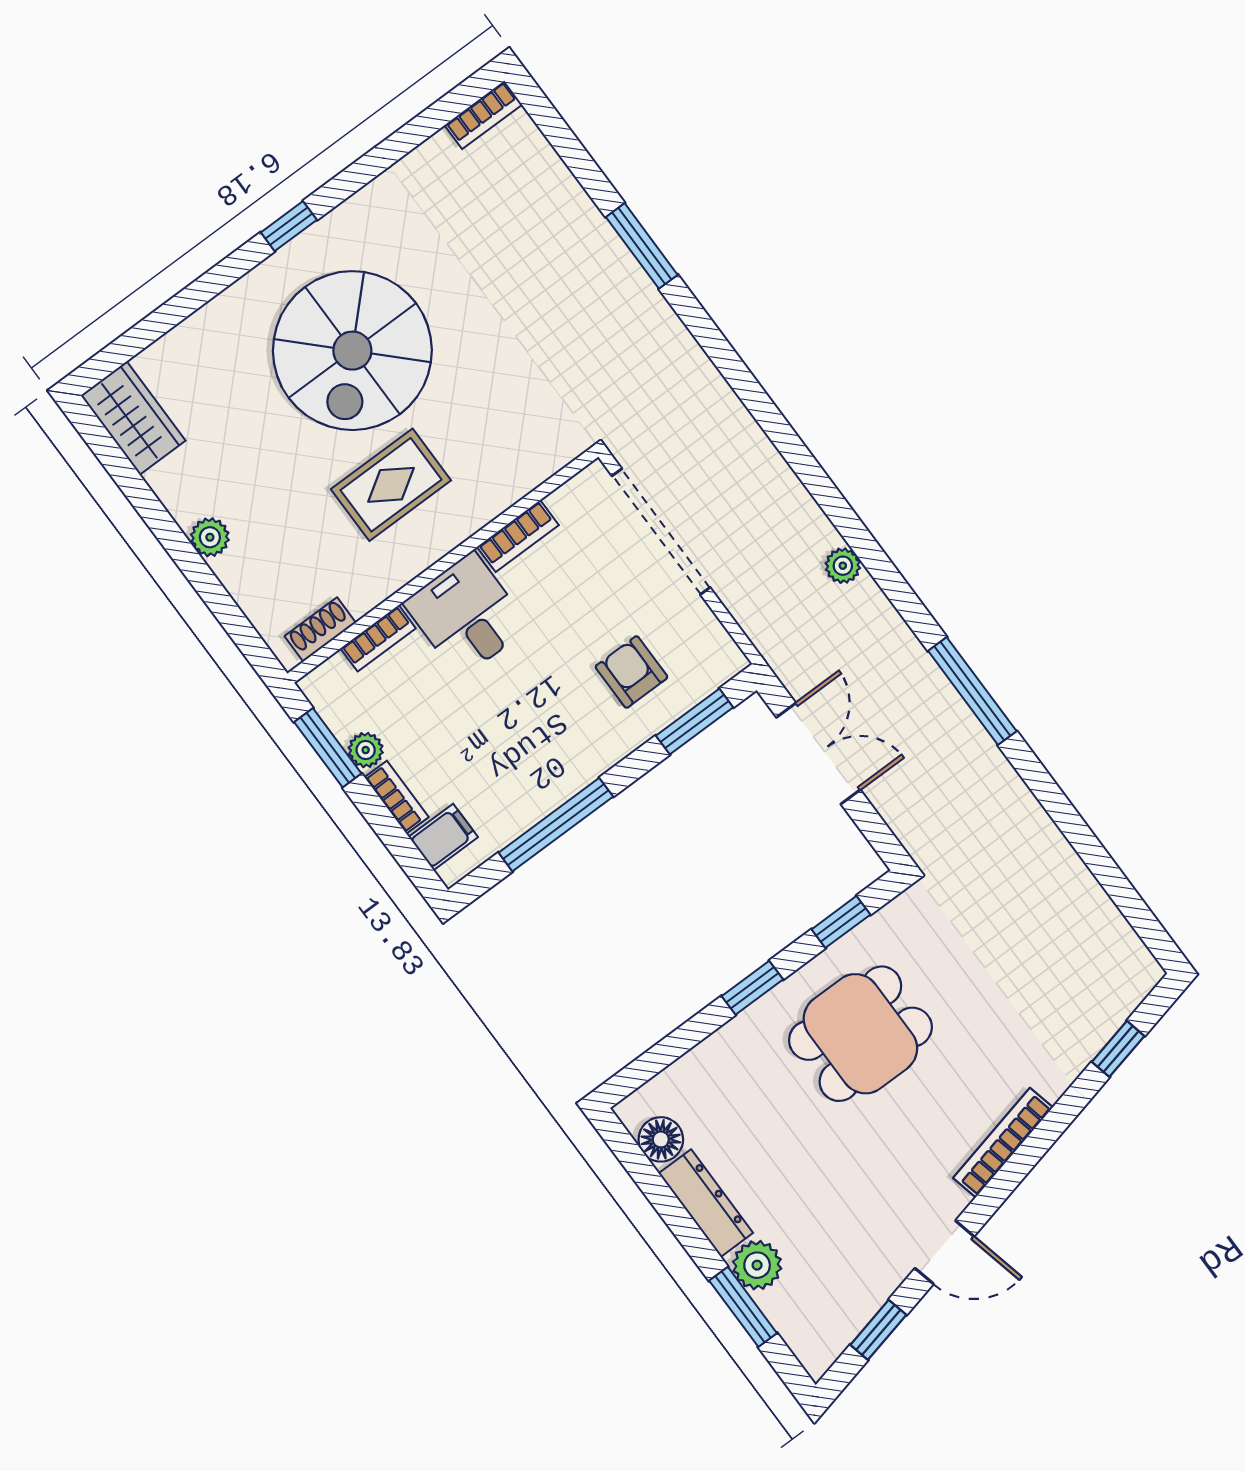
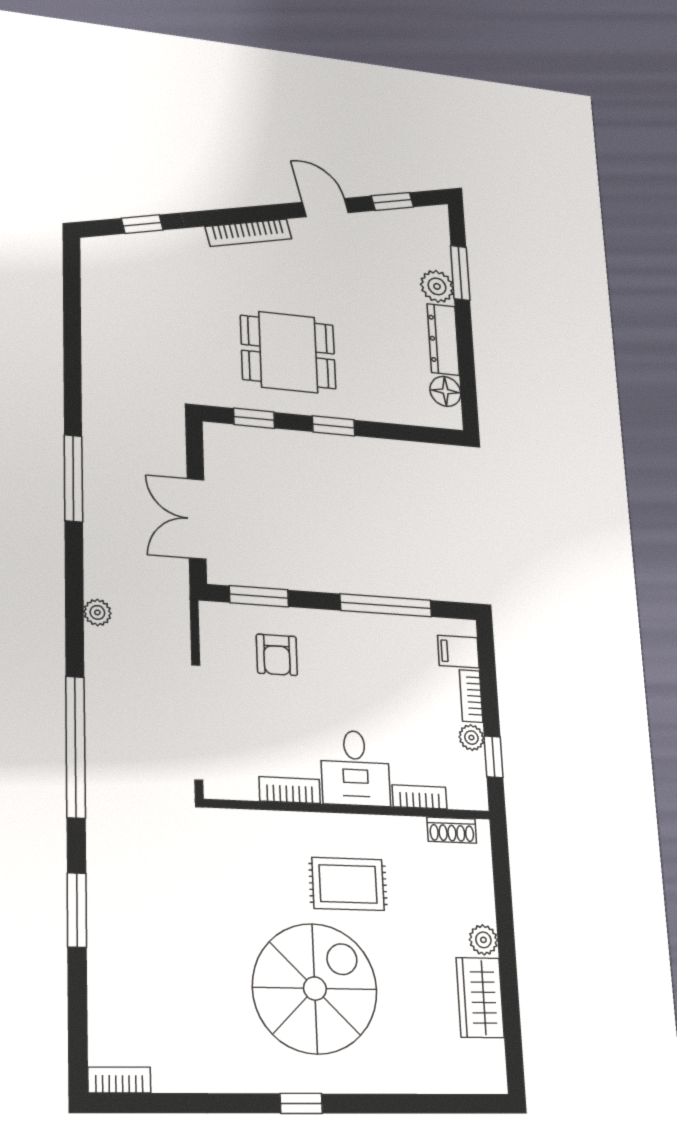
window: (762, 408) -> (76, 747), added
wardrobe: (133, 418) -> (480, 998), moved
window: (328, 748) -> (493, 757), width x0.67

